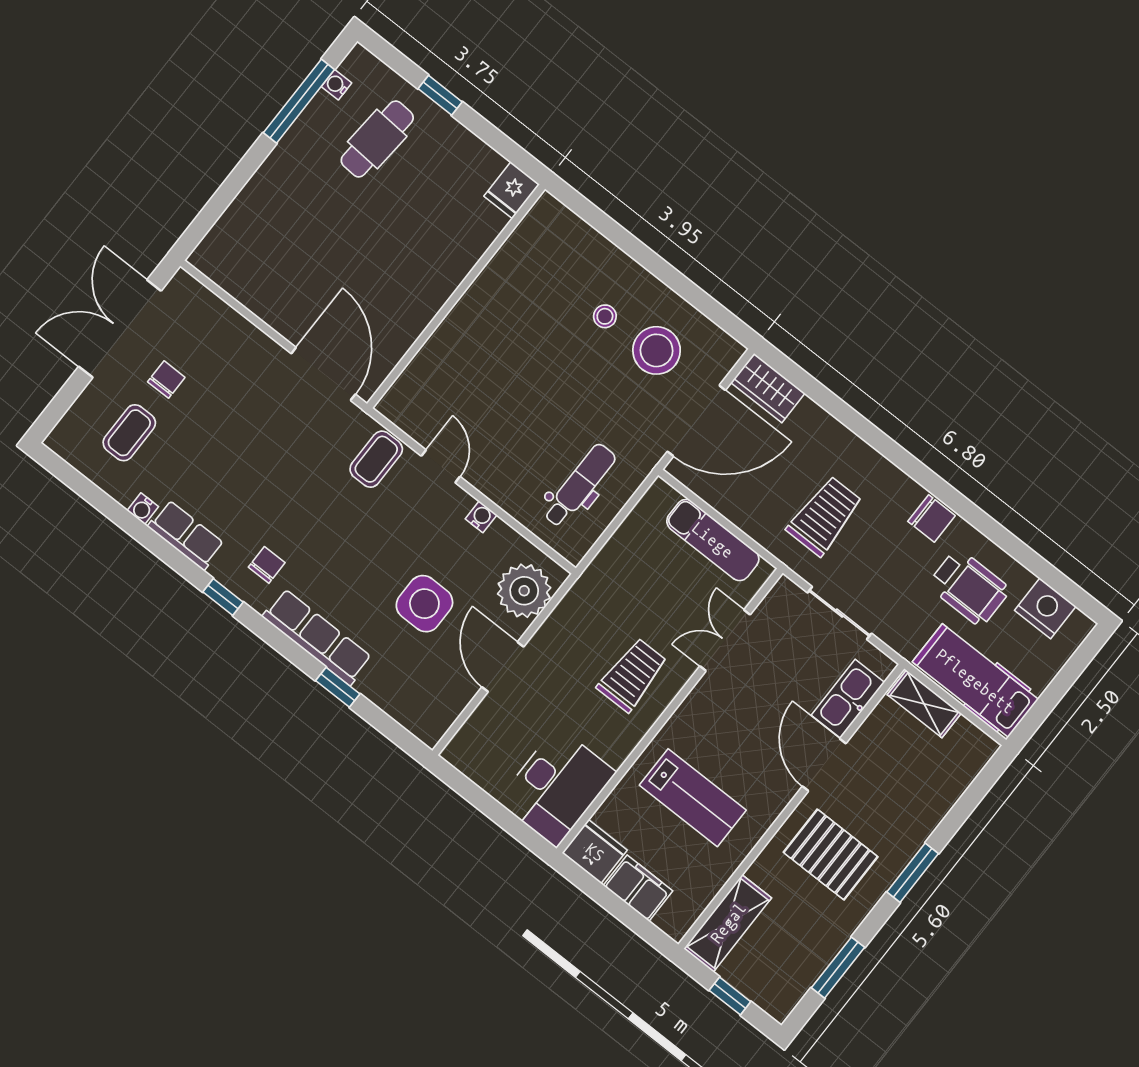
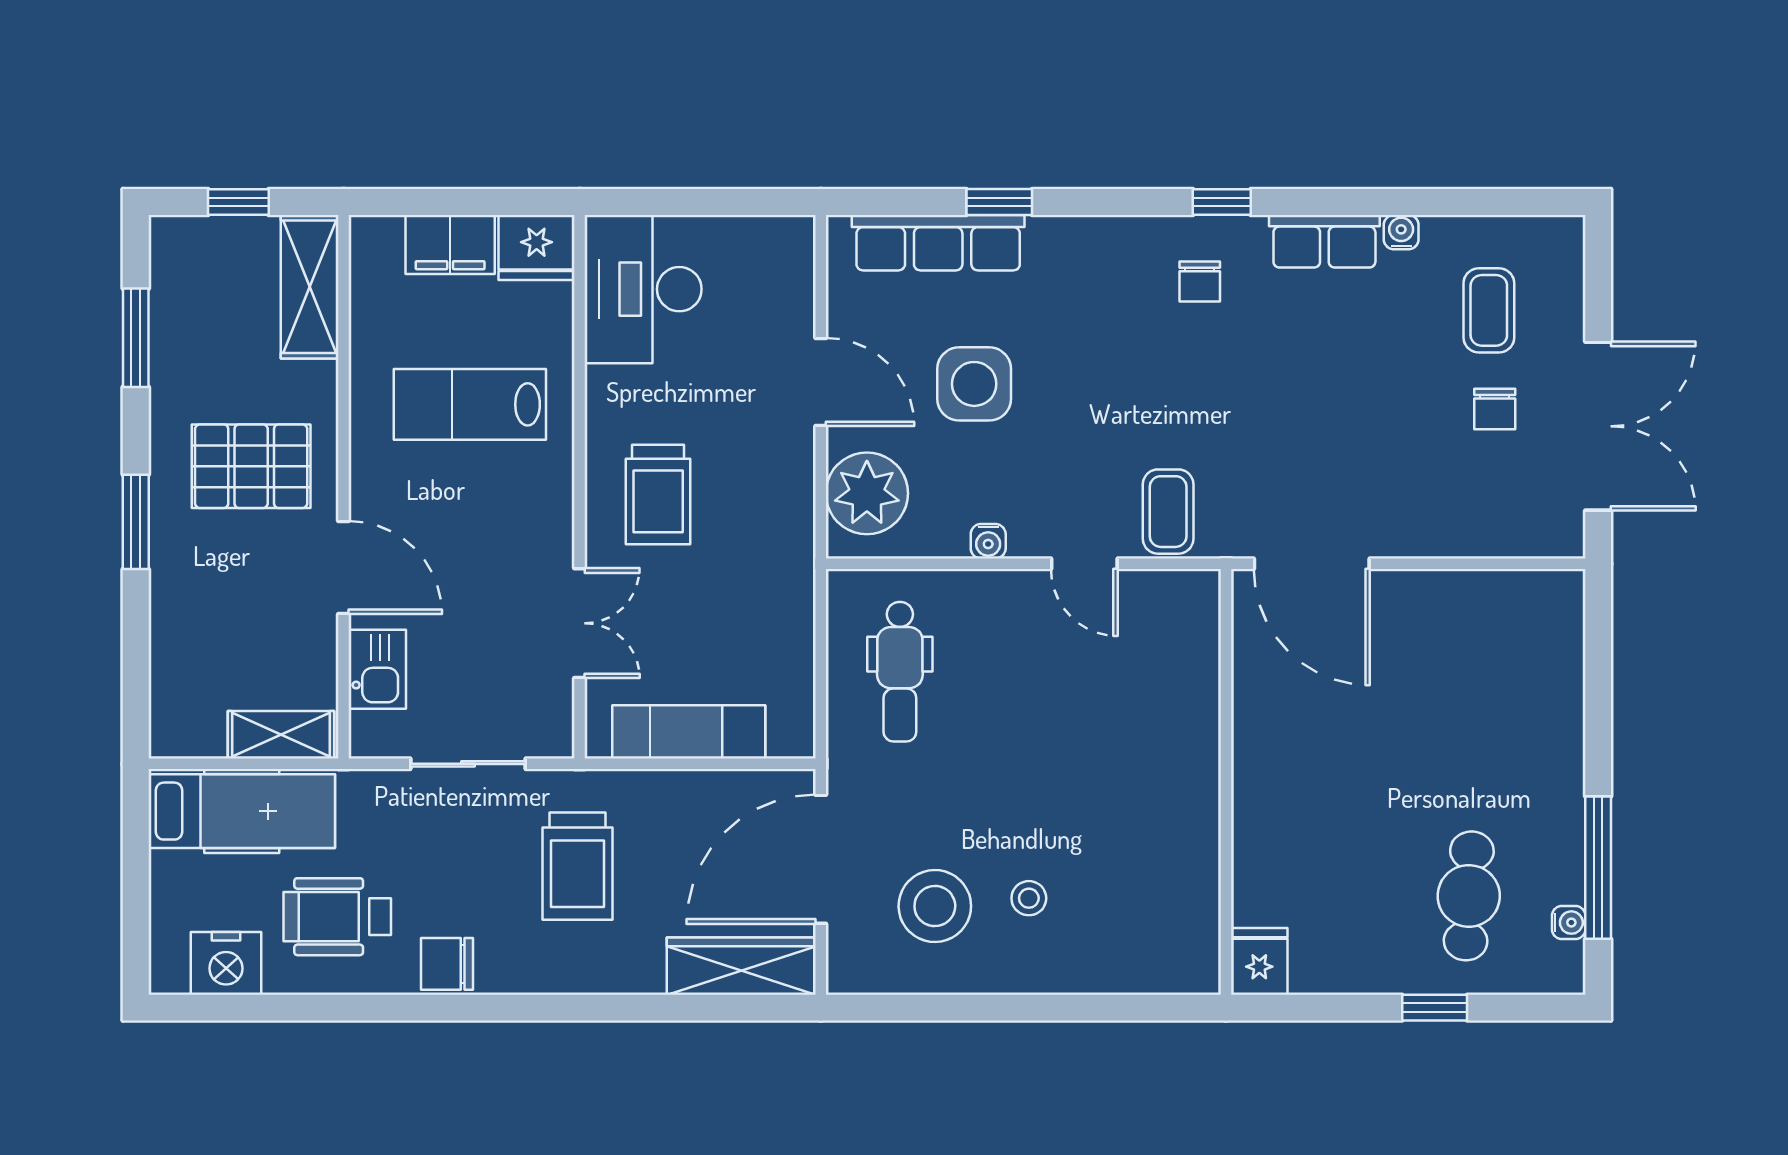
wardrobe: (768, 388) -> (741, 966), width x1.50
row of seats: (317, 637) -> (938, 243), moved
kitchen sink: (848, 699) -> (377, 669), width x0.73

